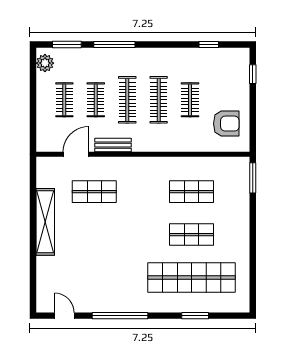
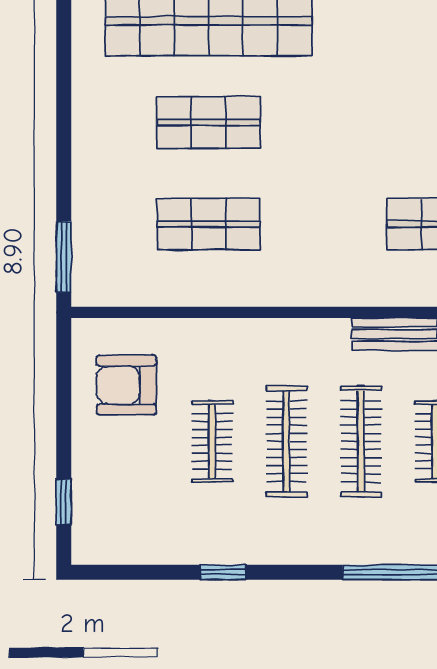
window: (209, 44) -> (223, 572), moved

